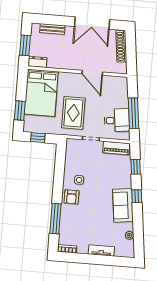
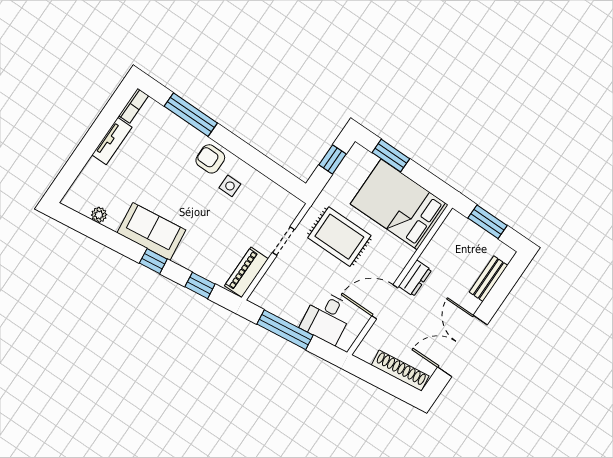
dresser: (37, 62) -> (415, 278), moved
desk: (117, 120) -> (327, 317), moved
tv unit: (101, 250) -> (112, 141), moved

